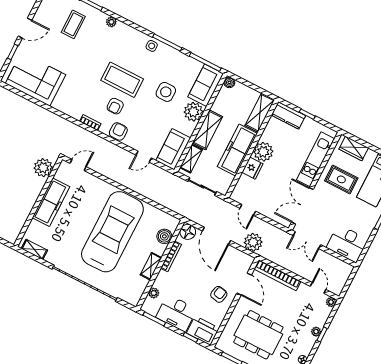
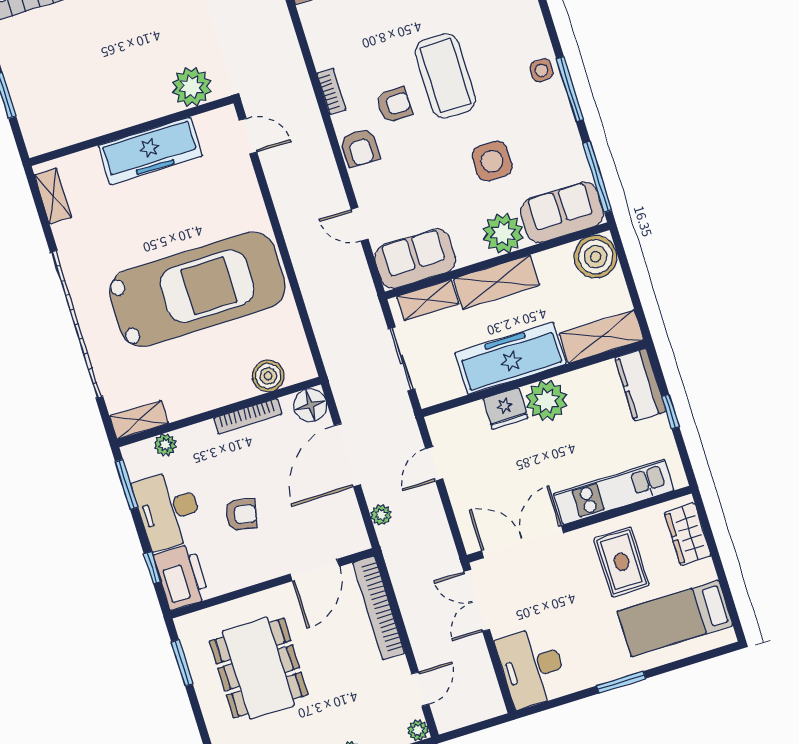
boiler: (229, 82) -> (596, 257), width x1.86, depth x1.86
armchair: (115, 106) -> (394, 105), turned 180
armchair: (118, 131) -> (360, 148), turned 90
plant: (253, 242) -> (381, 515), width x0.53, depth x0.53
shelving: (151, 266) -> (139, 420), moved
armchair: (219, 294) -> (241, 514), moved

